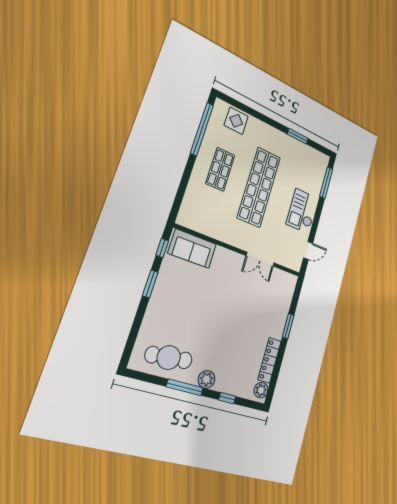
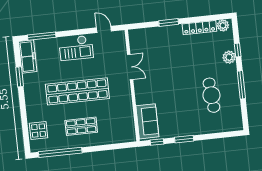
freezer: (313, 157) -> (28, 56), added
cafe table: (169, 358) -> (211, 95), moved
plant: (207, 379) -> (229, 57), moved

